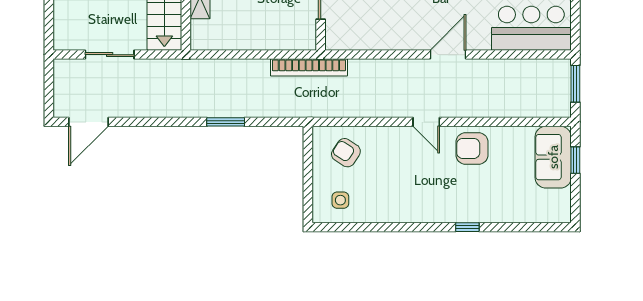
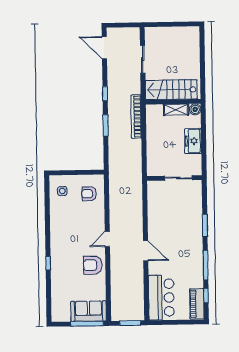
bookcase: (309, 67) -> (136, 117), moved
window: (170, 122) -> (105, 94), added
armchair: (472, 148) -> (93, 265), turned -90
armchair: (346, 153) -> (89, 194), turned -123
window: (575, 160) -> (87, 324), width x2.17

